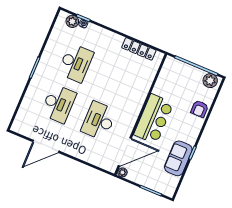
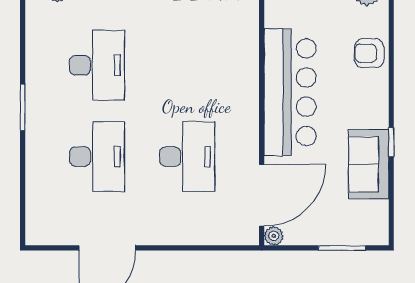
armchair: (200, 109) -> (369, 53), turned 90
bar counter: (154, 119) -> (290, 92), width x1.36
desk: (99, 121) -> (187, 157), turned 180

